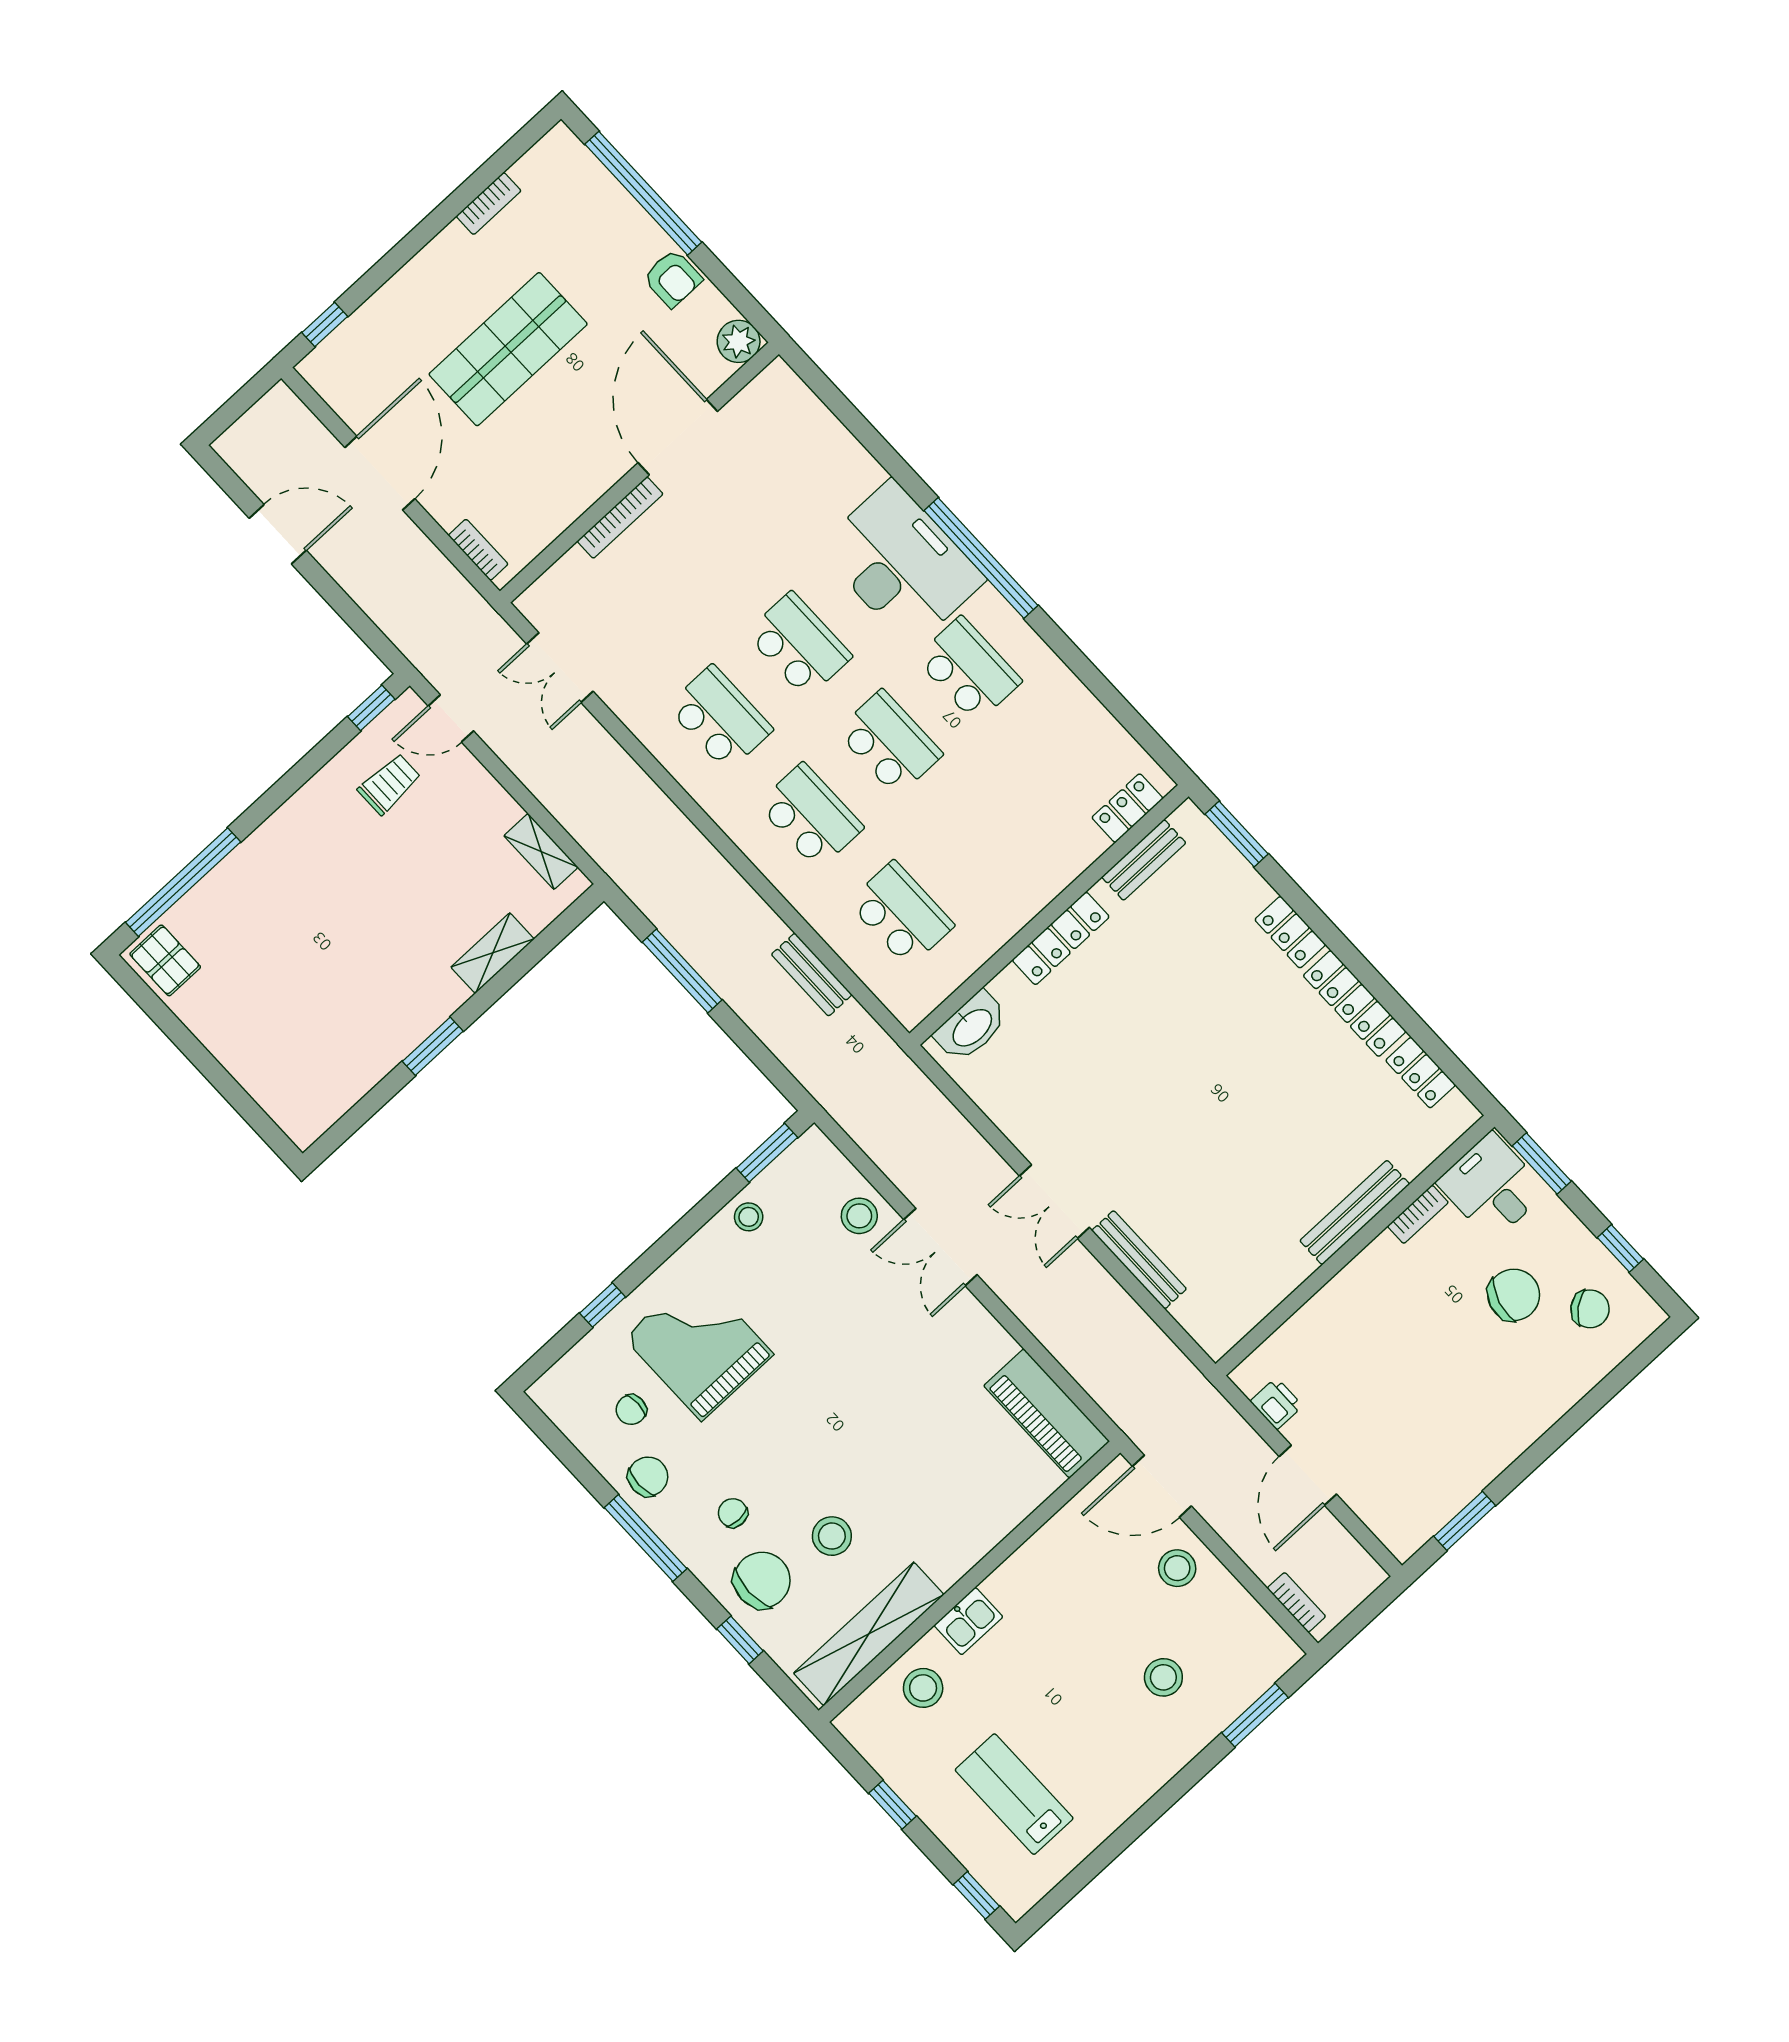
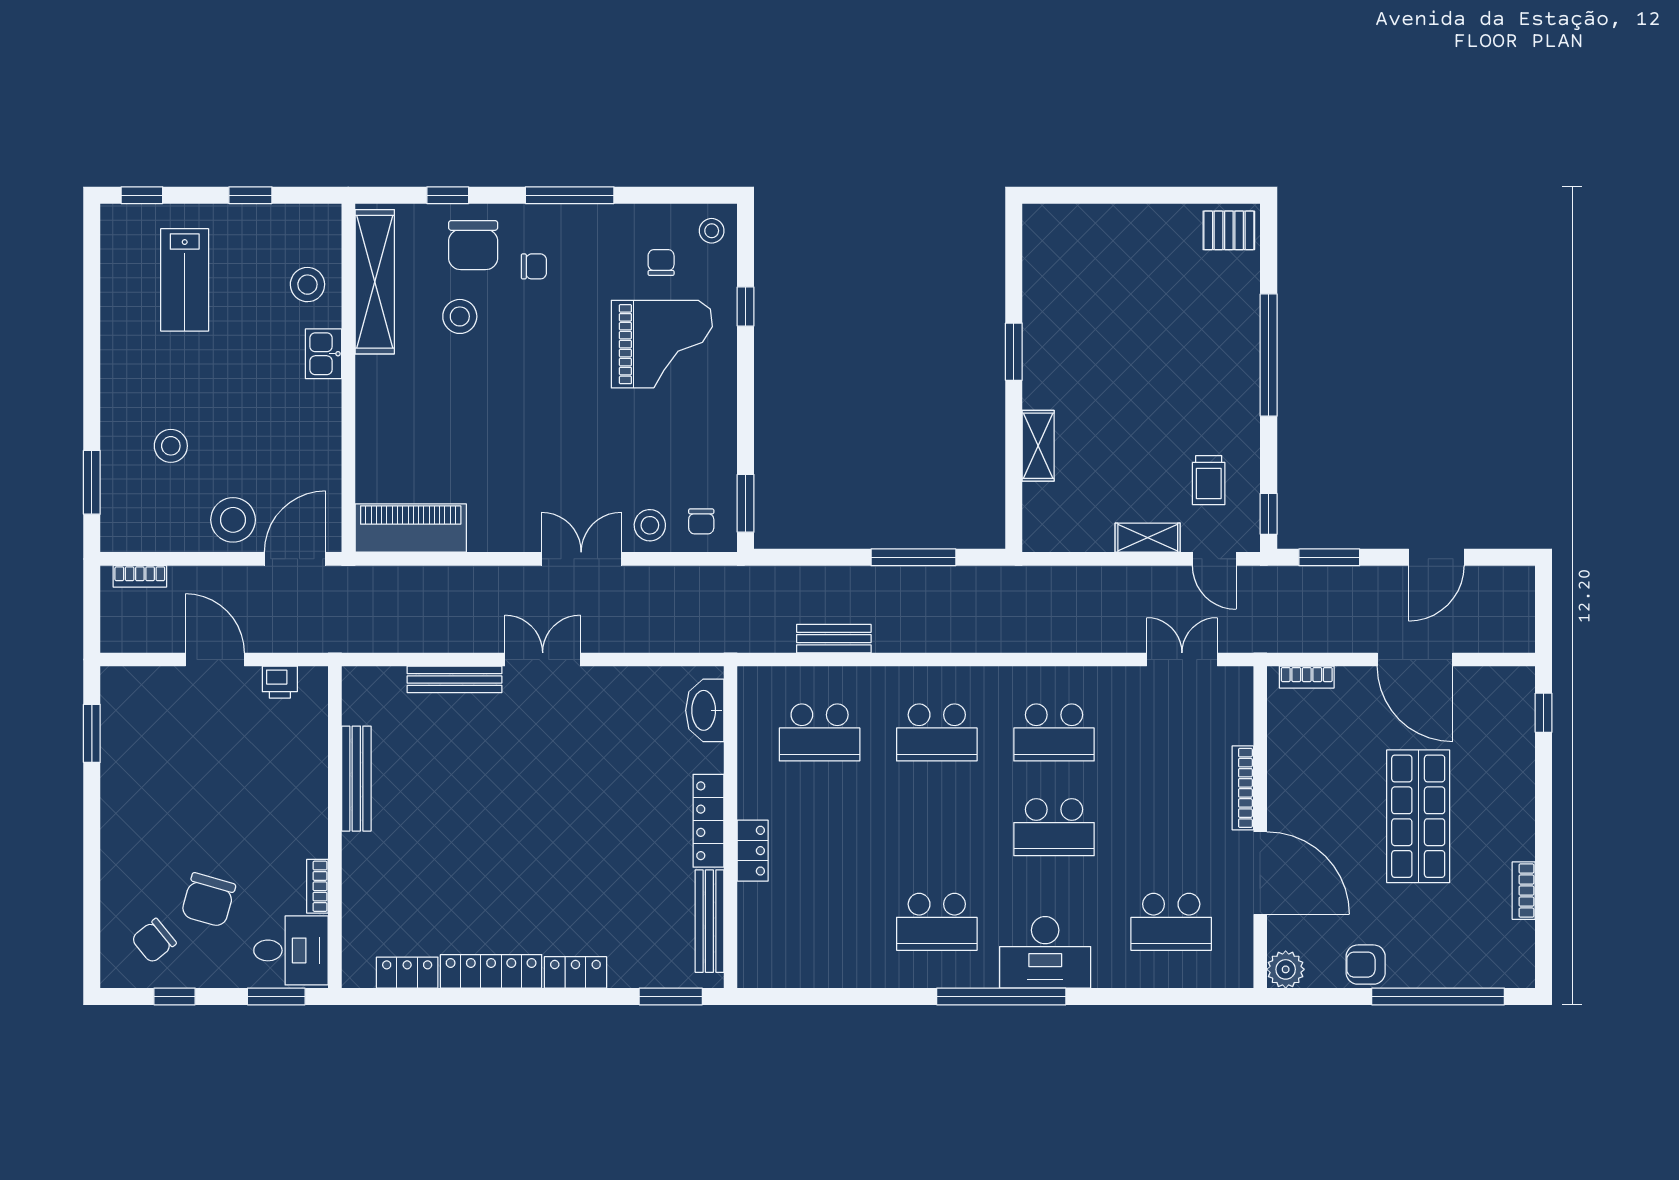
desk: (901, 564) -> (1045, 952), width x0.73, depth x0.77
window: (361, 624) -> (1329, 557), added
door: (451, 718) -> (1214, 559), swing flipped
school desk: (890, 743) -> (1171, 922), moved
locker: (1127, 808) -> (753, 851), moved
shelving: (541, 851) -> (1148, 538), moved
bench: (1144, 860) -> (709, 921), width x1.36
window: (183, 882) -> (1269, 355), moved
bench: (1355, 1212) -> (356, 779), moved
stool: (749, 1217) -> (712, 231), moved
chair: (648, 1477) -> (701, 521), moved, width x0.73, depth x0.73
stool: (1177, 1568) -> (233, 520), width x1.38, depth x1.38
lab bench: (1014, 1794) -> (185, 280), turned 90

